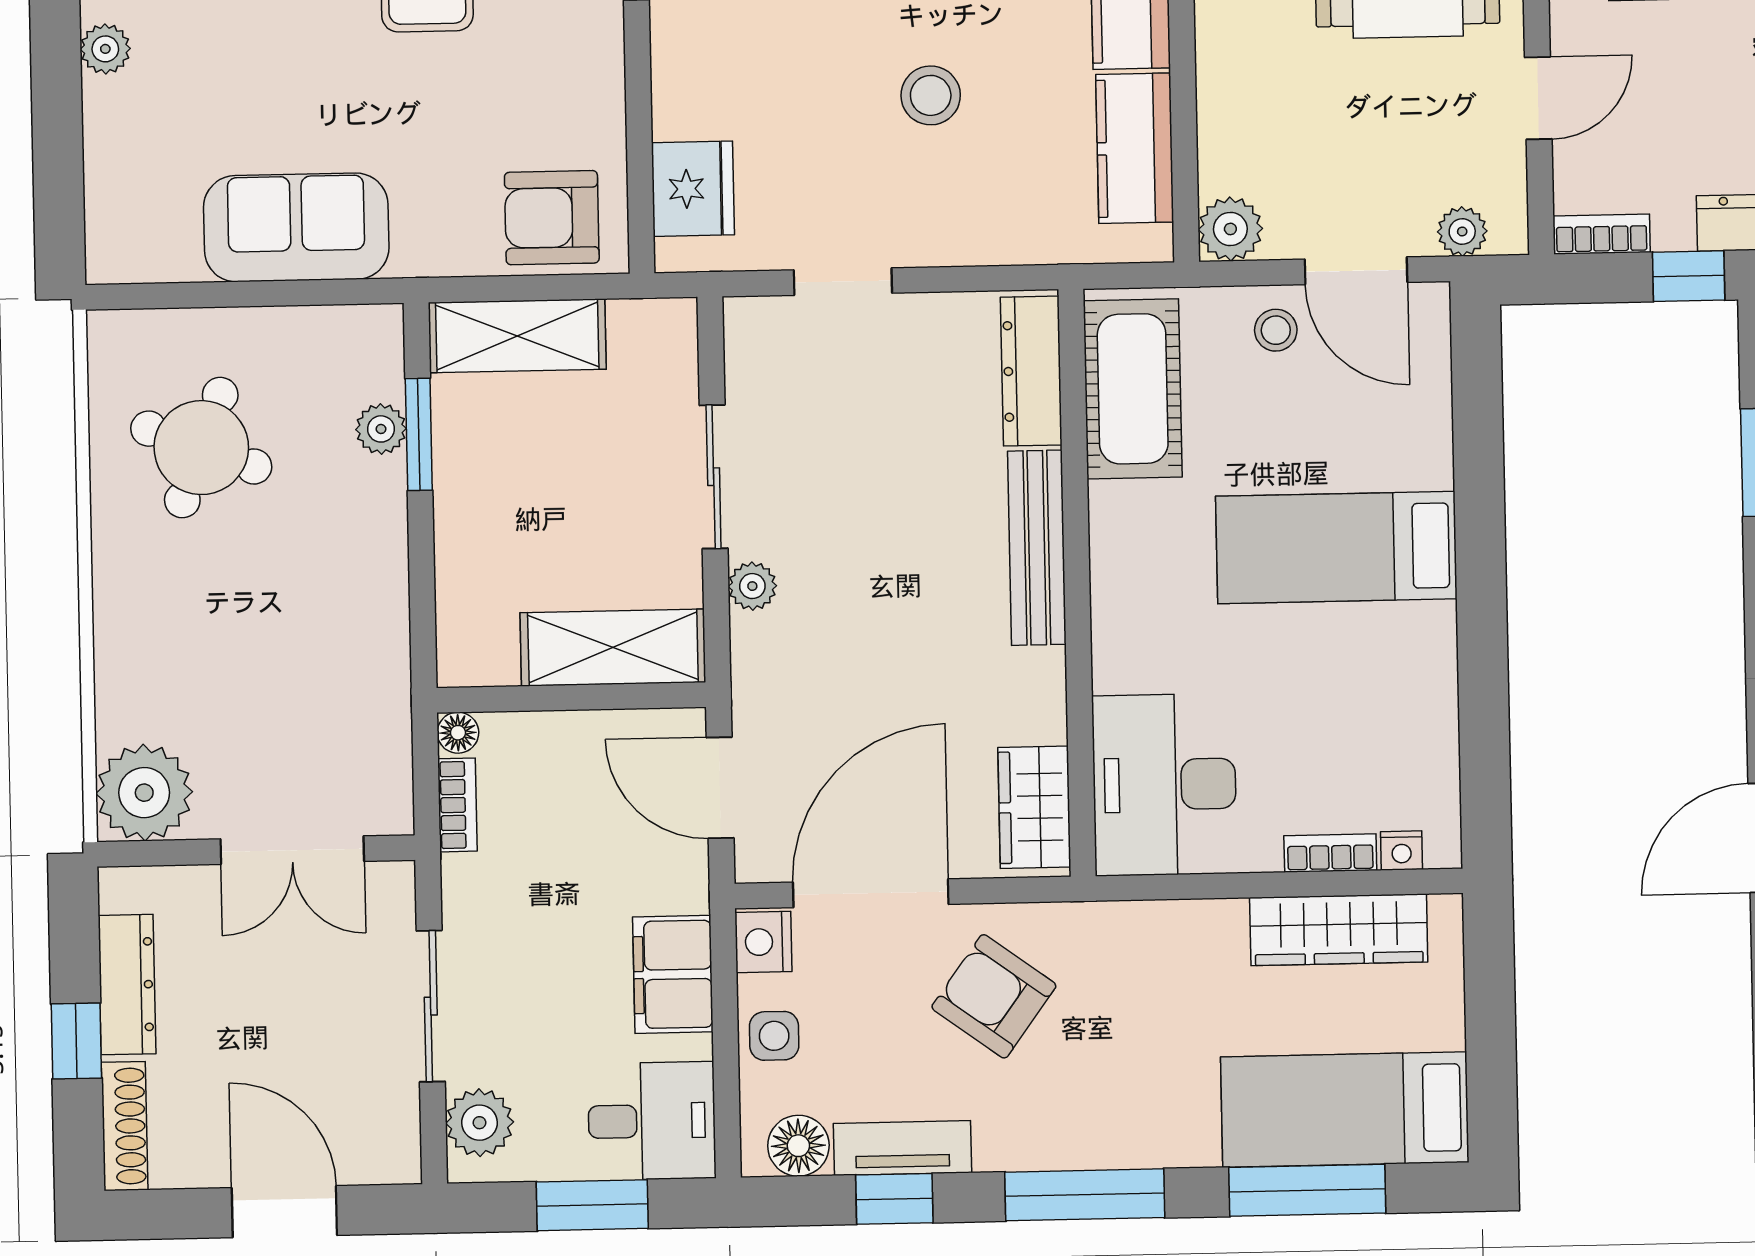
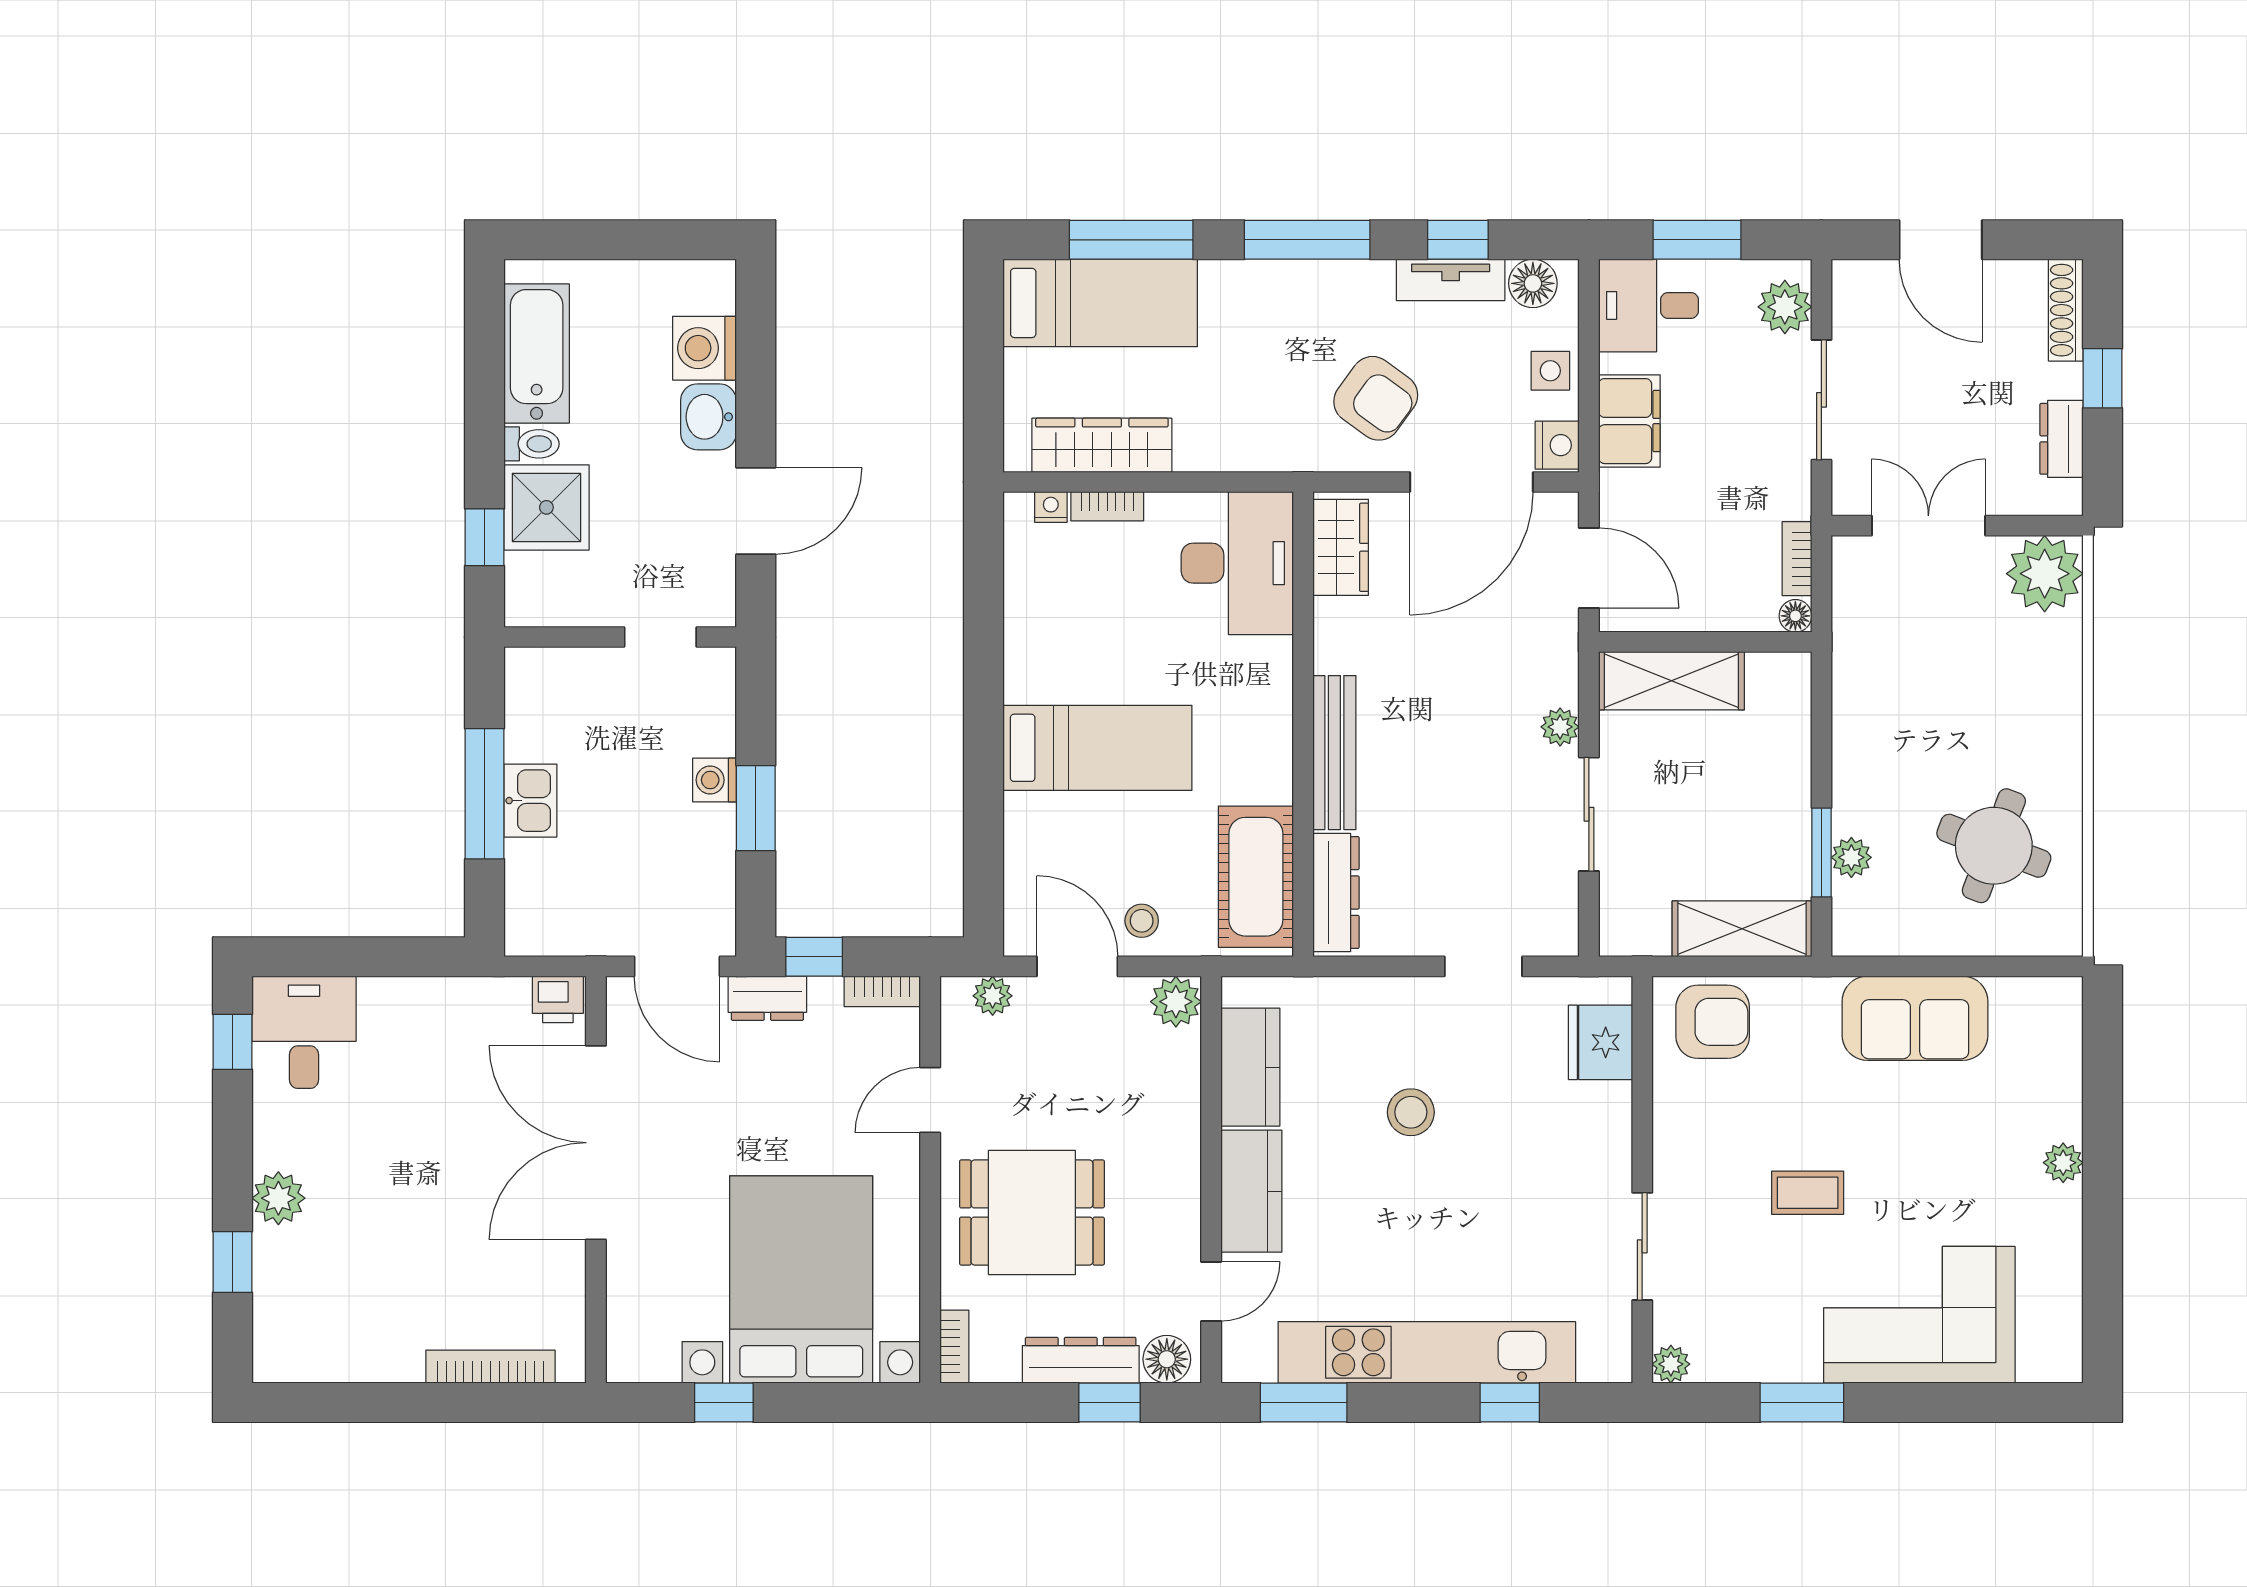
dresser: (127, 985) -> (2061, 439), width x0.70

